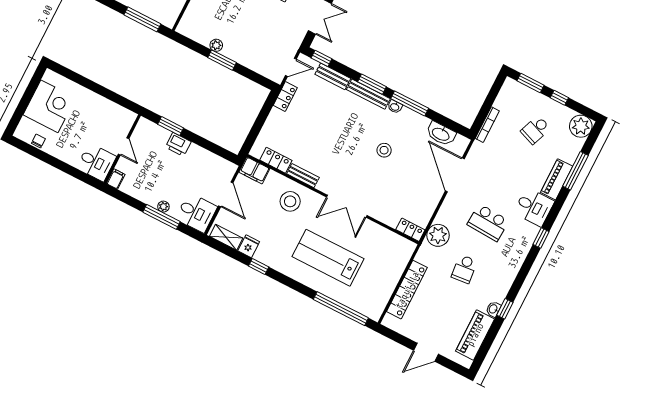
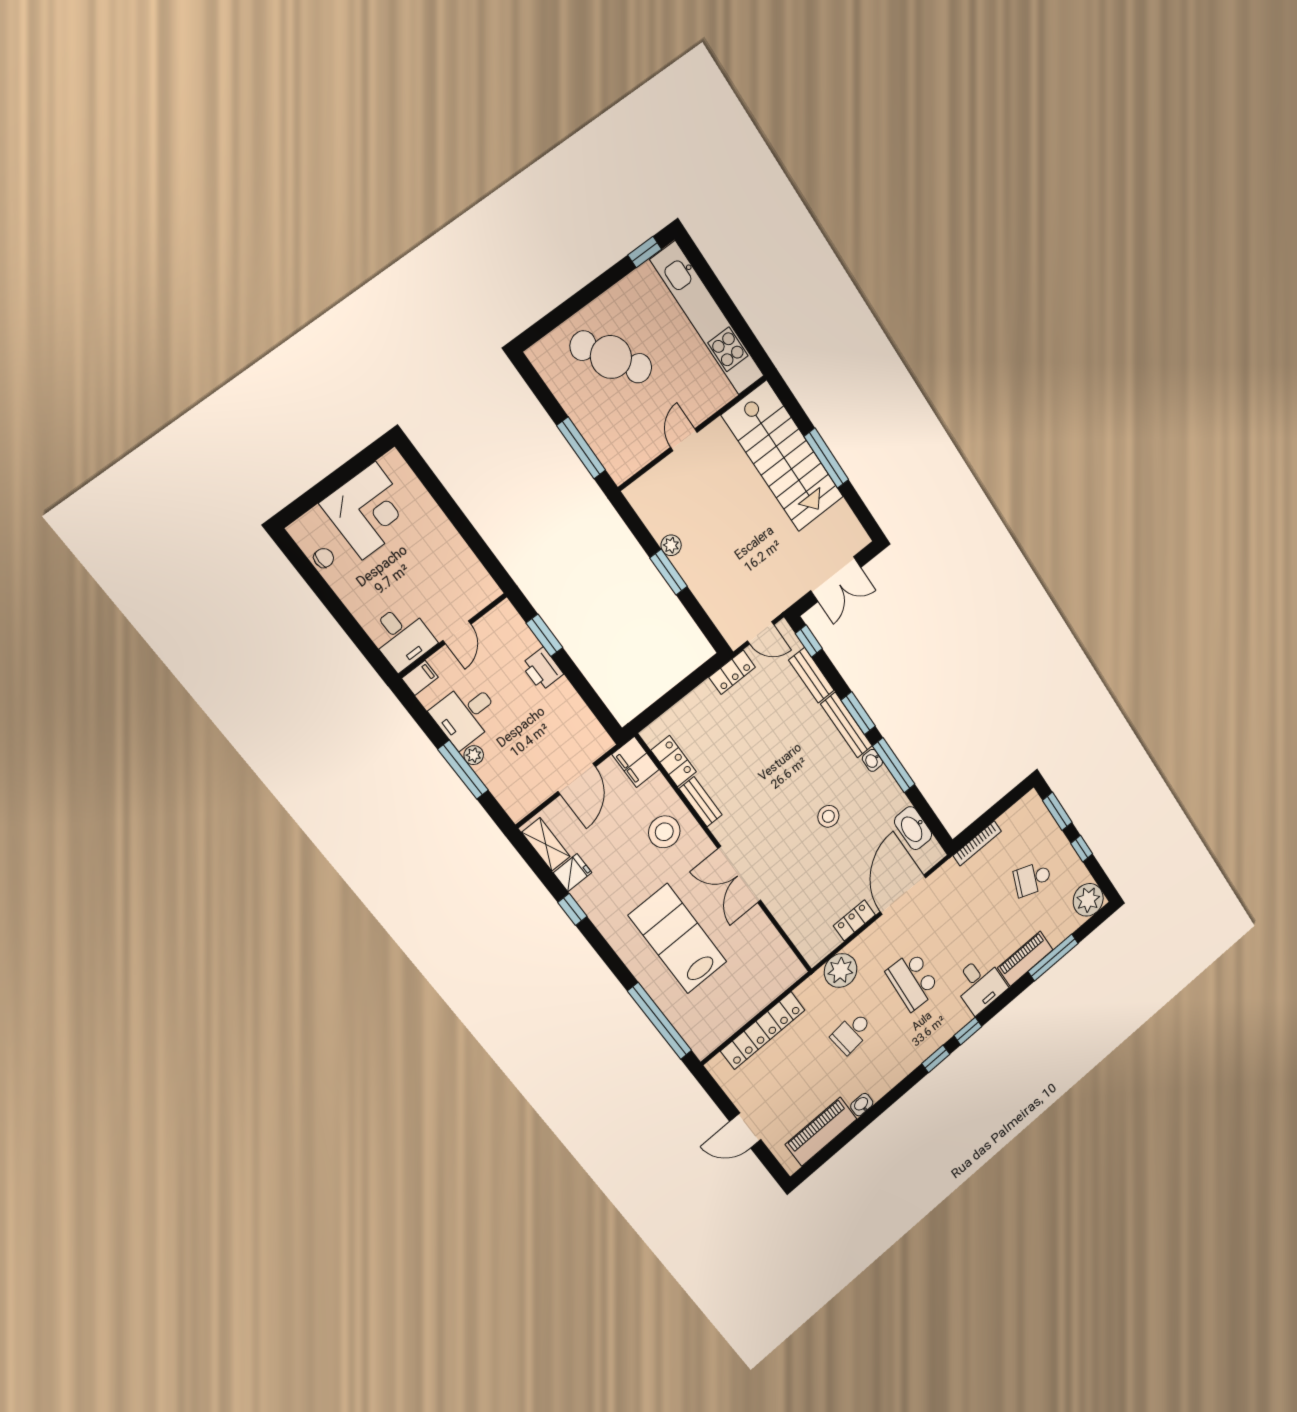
desk: (196, 213) -> (466, 714), moved, turned 90
locker: (410, 230) -> (854, 920), moved, turned -90
window: (505, 309) -> (936, 1059), moved

